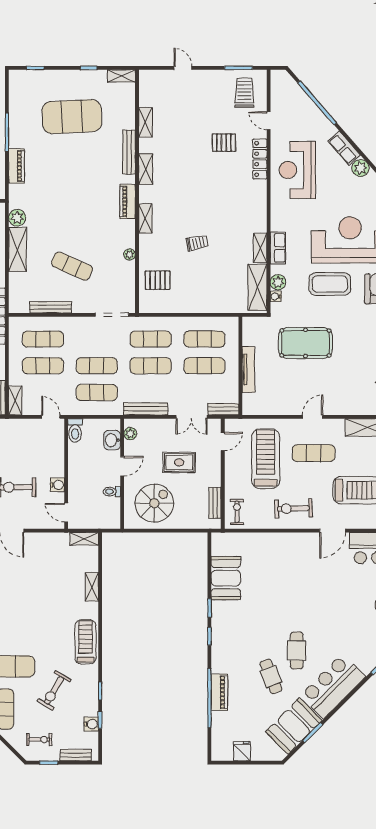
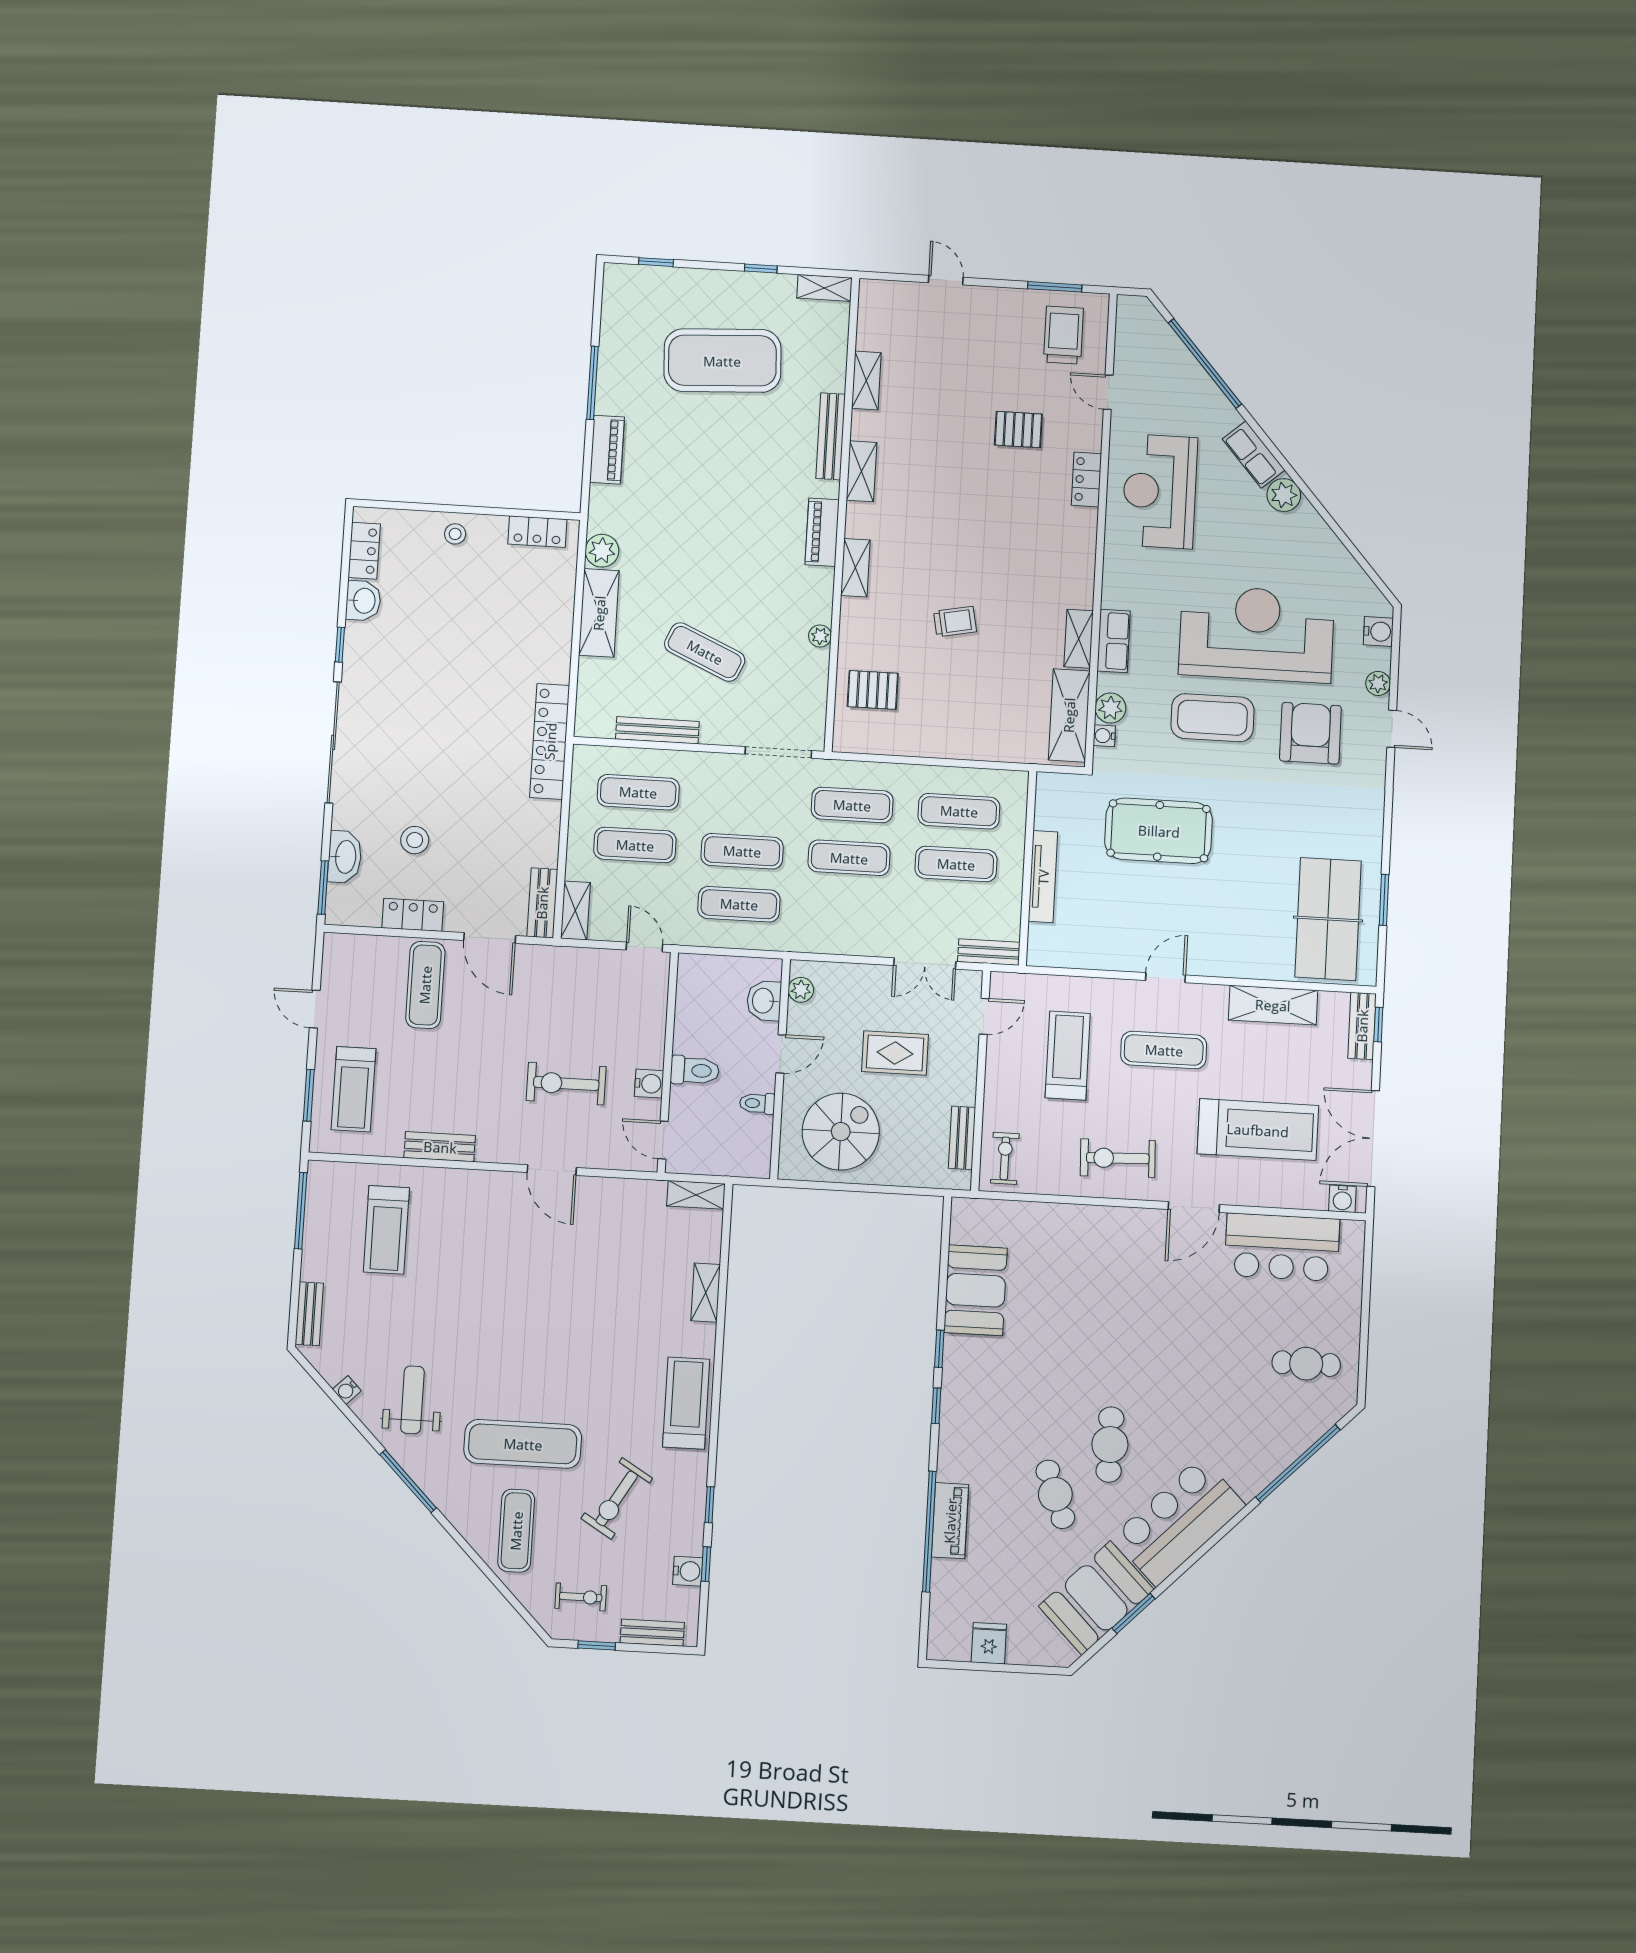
locker: (260, 159) -> (1086, 479), width x0.66
bench: (146, 409) -> (834, 942), removed
toilet: (75, 431) -> (695, 1070), moved, turned -90
treadmill: (266, 459) -> (1068, 1056), width x0.73, depth x0.73

